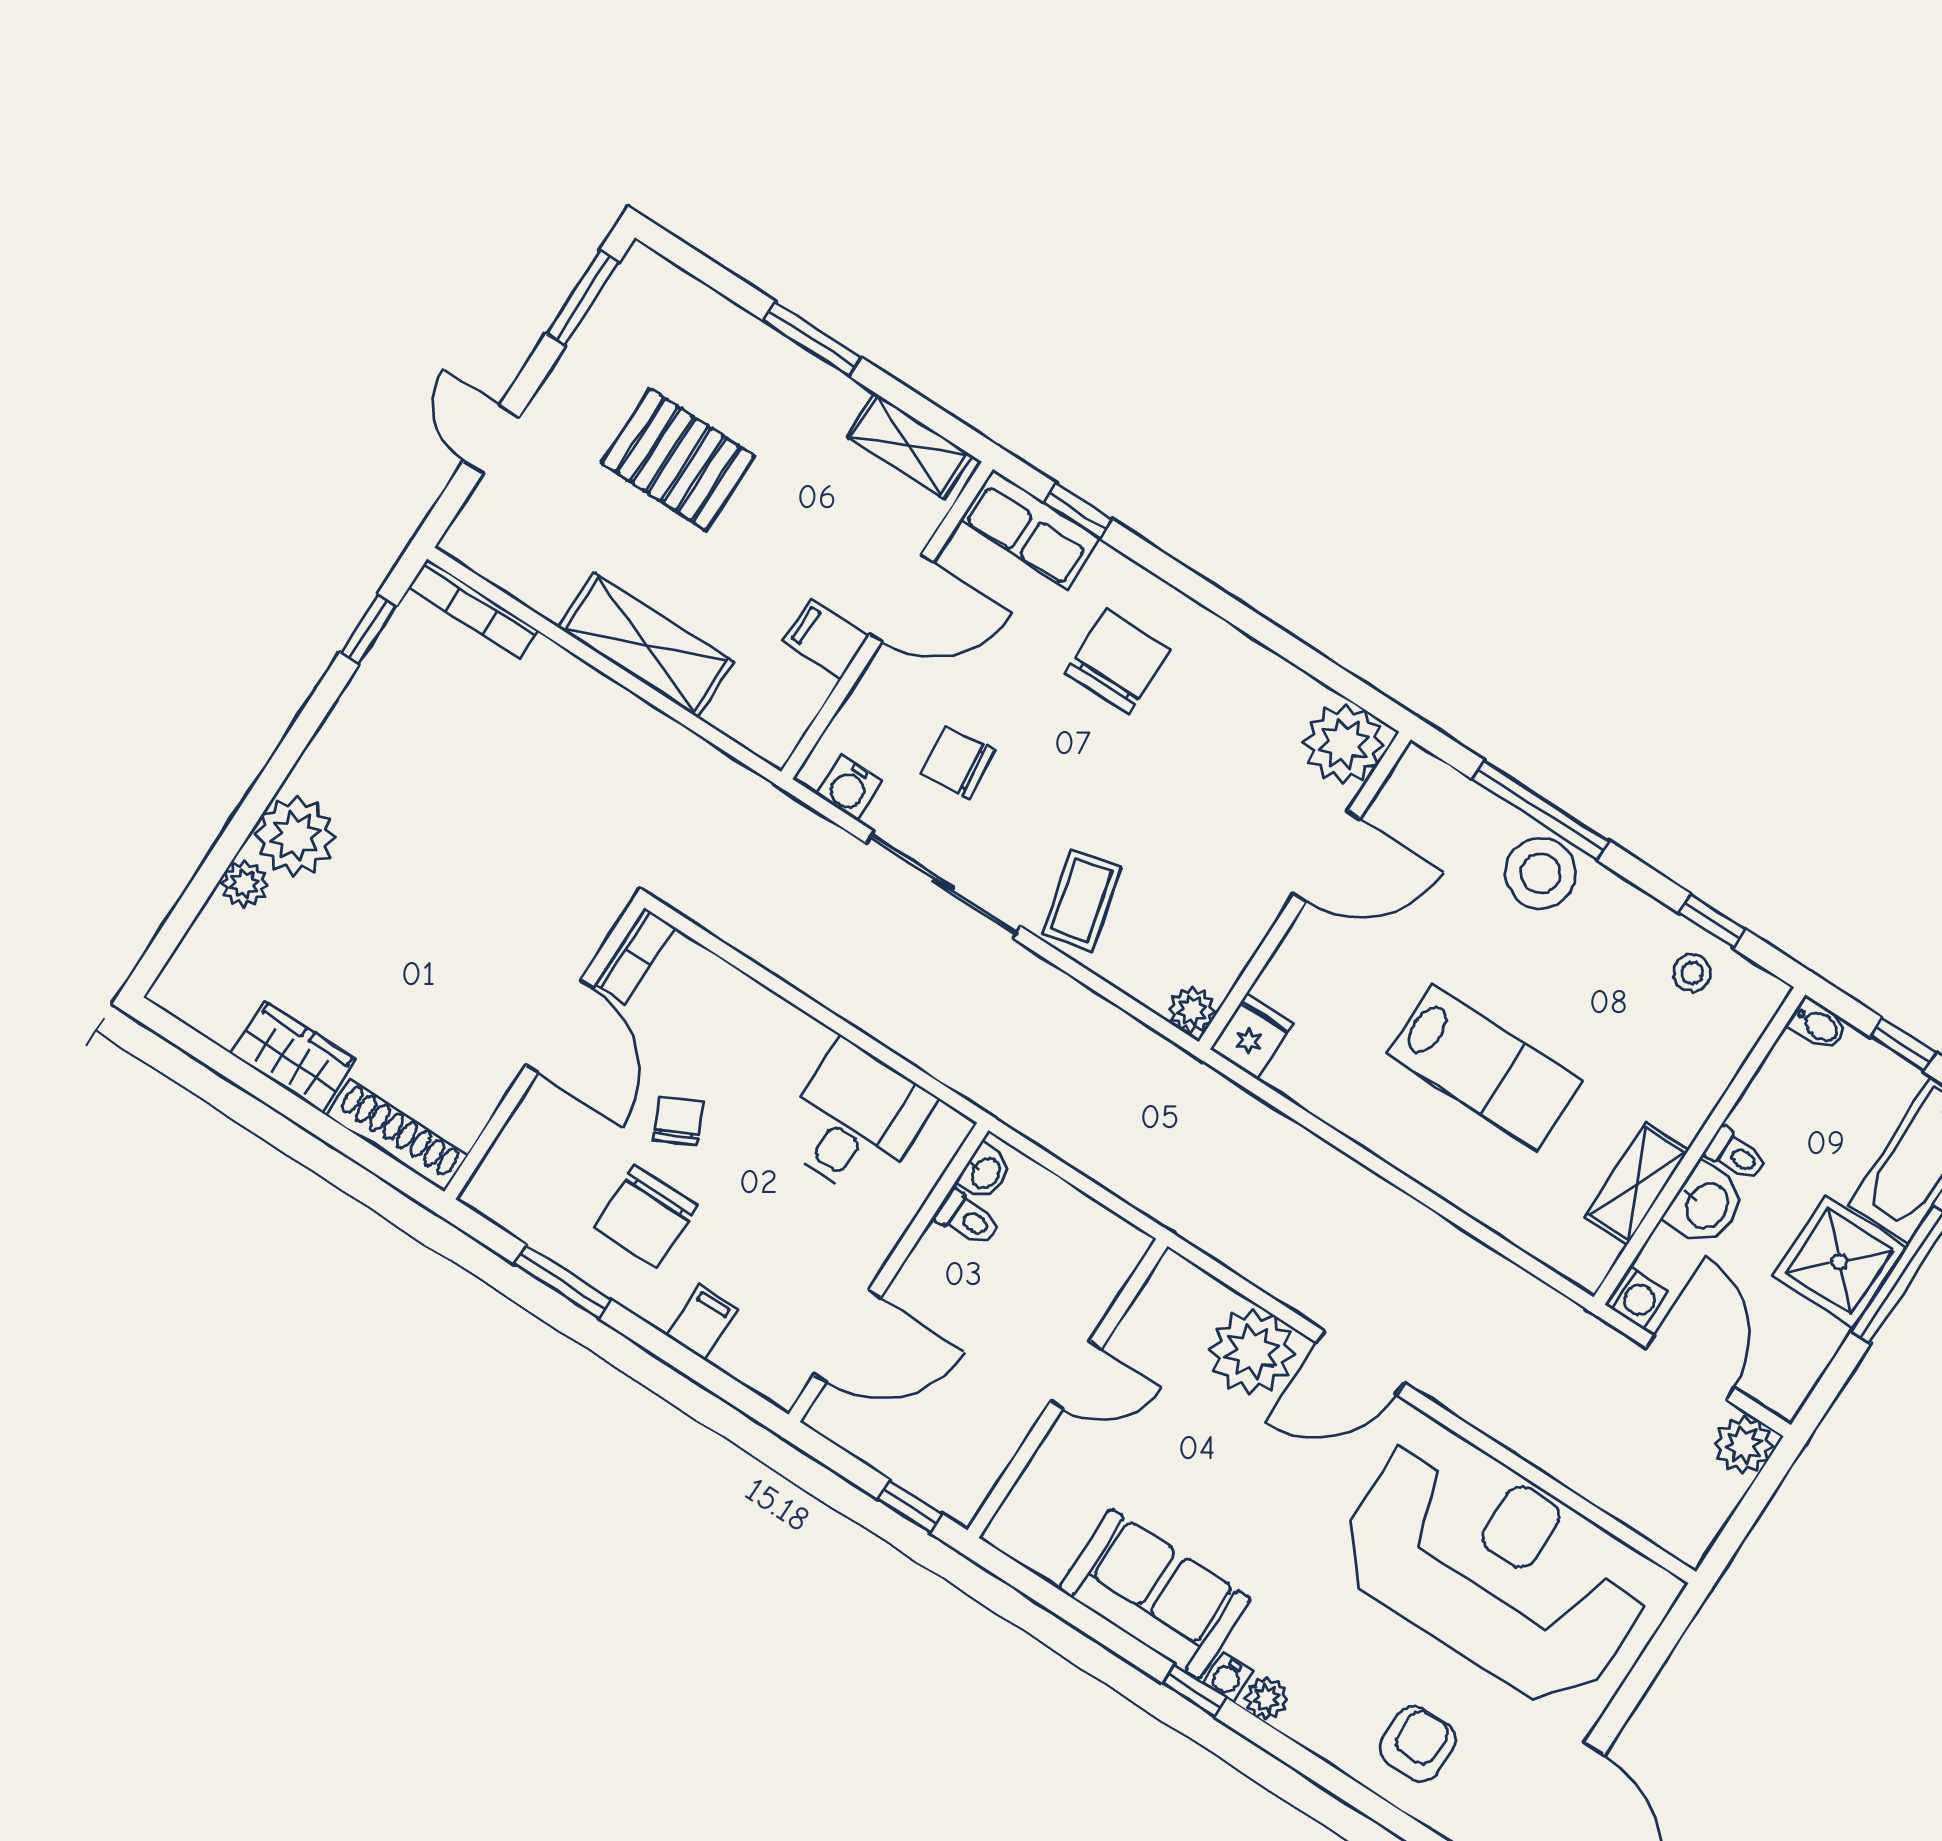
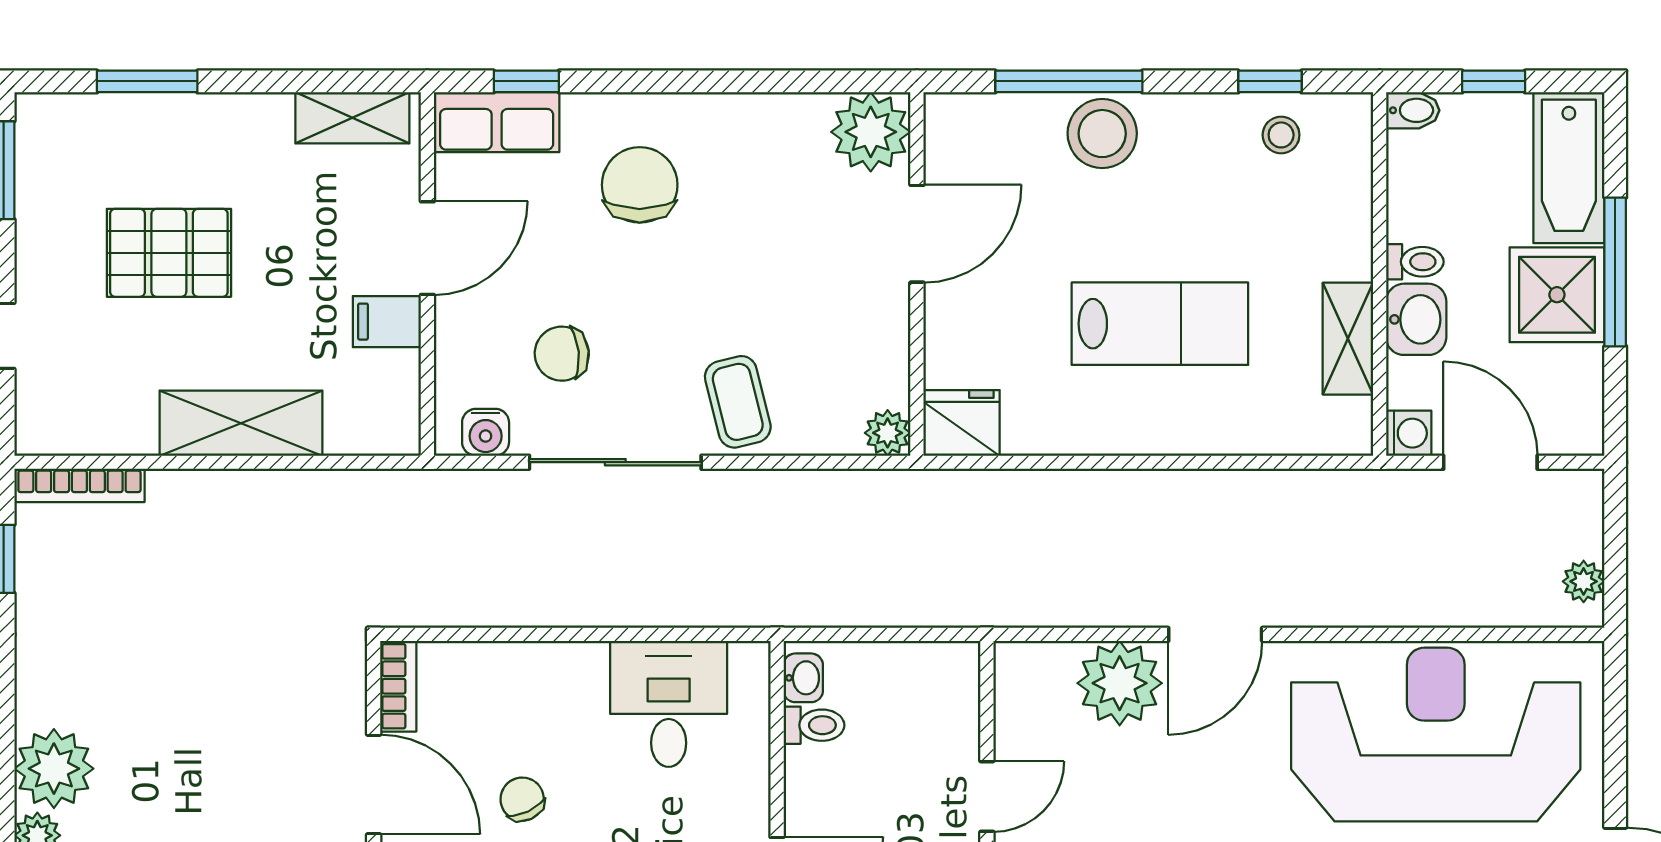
window: (812, 339) -> (147, 81), moved
fridge: (1251, 1036) -> (962, 423), width x1.38
plant: (1743, 1445) -> (1584, 581), moved, width x0.73, depth x0.73

